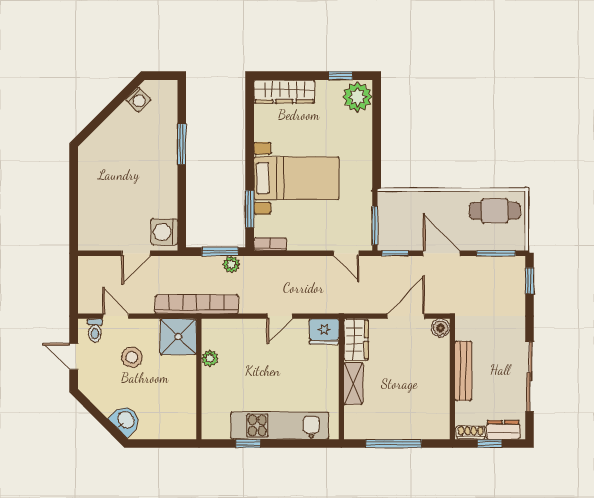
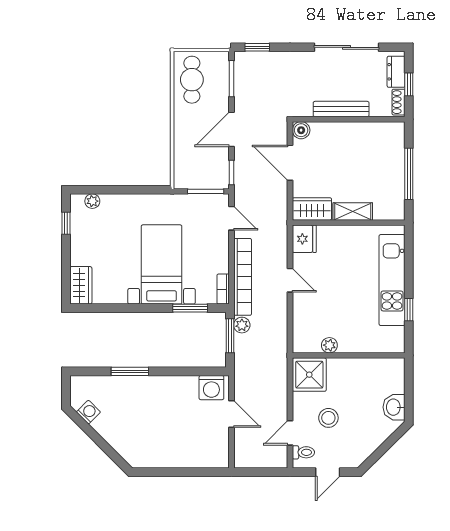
wardrobe: (284, 92) -> (81, 285), width x0.67
plant: (358, 97) -> (92, 201), width x0.53, depth x0.53
door: (346, 253) -> (231, 218), hinge flipped
bookcase: (197, 304) -> (243, 277), moved, turned 180
washbasin: (126, 420) -> (394, 407), moved, turned -45

